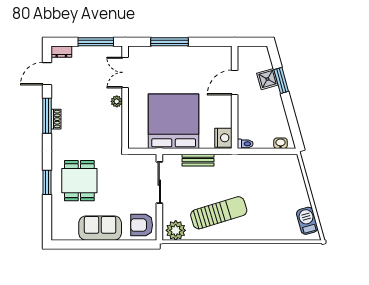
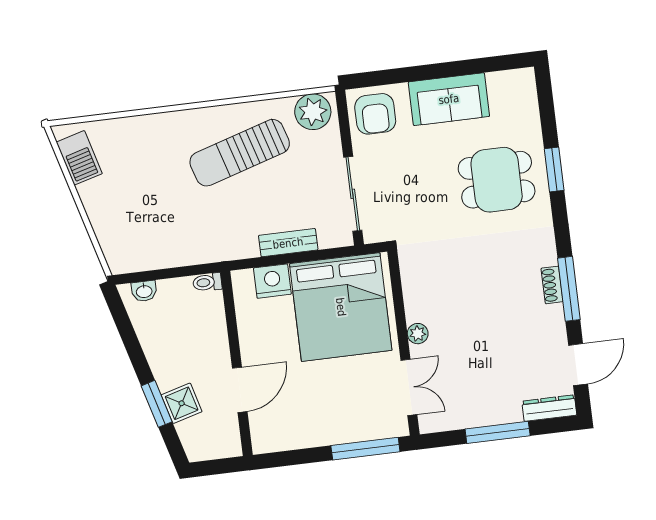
dresser: (61, 52) -> (549, 408), width x1.44
double door: (125, 72) -> (409, 387), moved
wall: (125, 97) -> (403, 343), moved
plant: (117, 101) -> (418, 334), moved
nightstand: (223, 138) -> (272, 281), moved, turned 90
dining table: (79, 181) -> (497, 180), turned 90
armchair: (142, 225) -> (375, 114), turned 90

